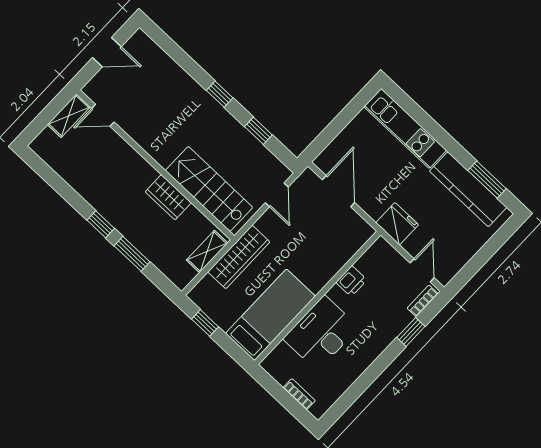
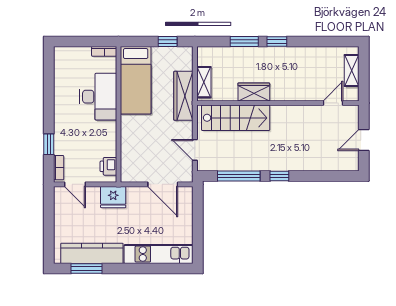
shelving: (69, 116) -> (352, 71), moved
window: (258, 131) -> (239, 176), width x2.17
printer: (351, 281) -> (108, 166), moved
bookcase: (299, 394) -> (104, 51), moved

